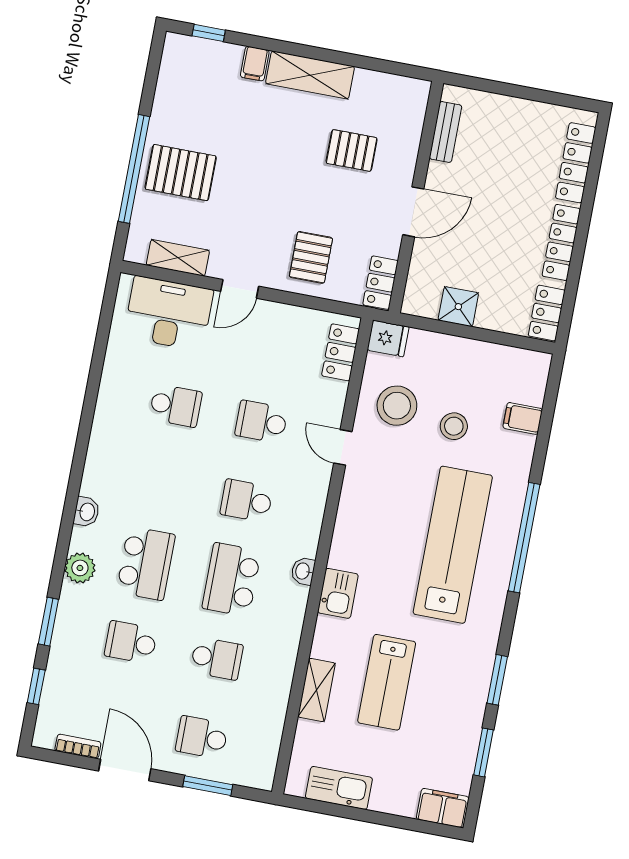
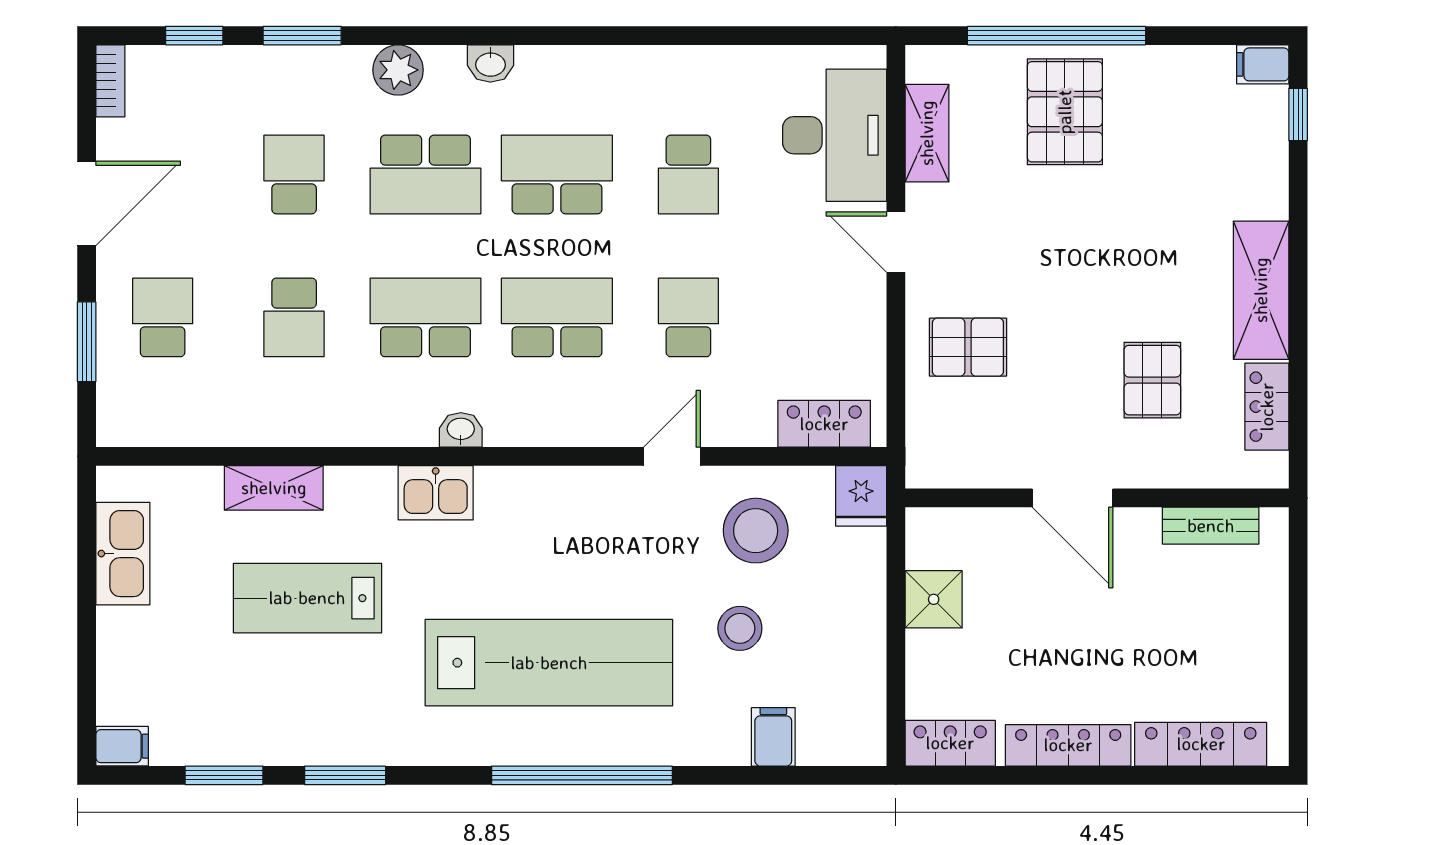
filing cabinet: (255, 64) -> (1263, 64), moved
locker: (380, 283) -> (1267, 407), moved, turned -90
school desk: (161, 484) -> (557, 174), added
school desk: (246, 501) -> (557, 317), width x1.85
bookcase: (78, 746) -> (110, 81), moved
filing cabinet: (443, 808) -> (122, 746), width x0.50

